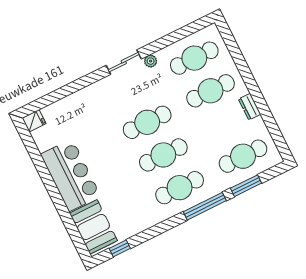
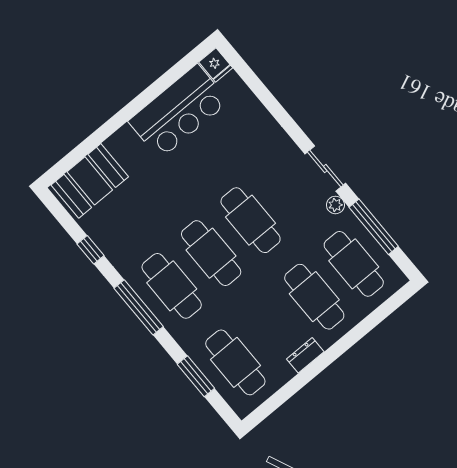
window: (172, 38) -> (374, 227), added
bar counter: (71, 175) -> (179, 111), moved
window: (205, 206) -> (139, 307), moved
window: (120, 248) -> (91, 250), moved

